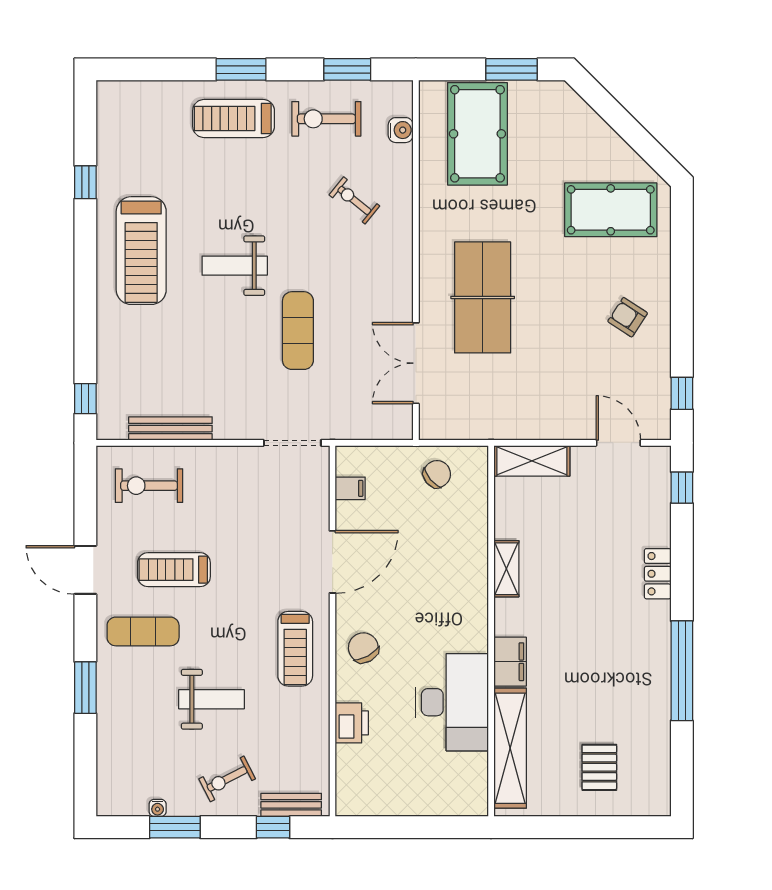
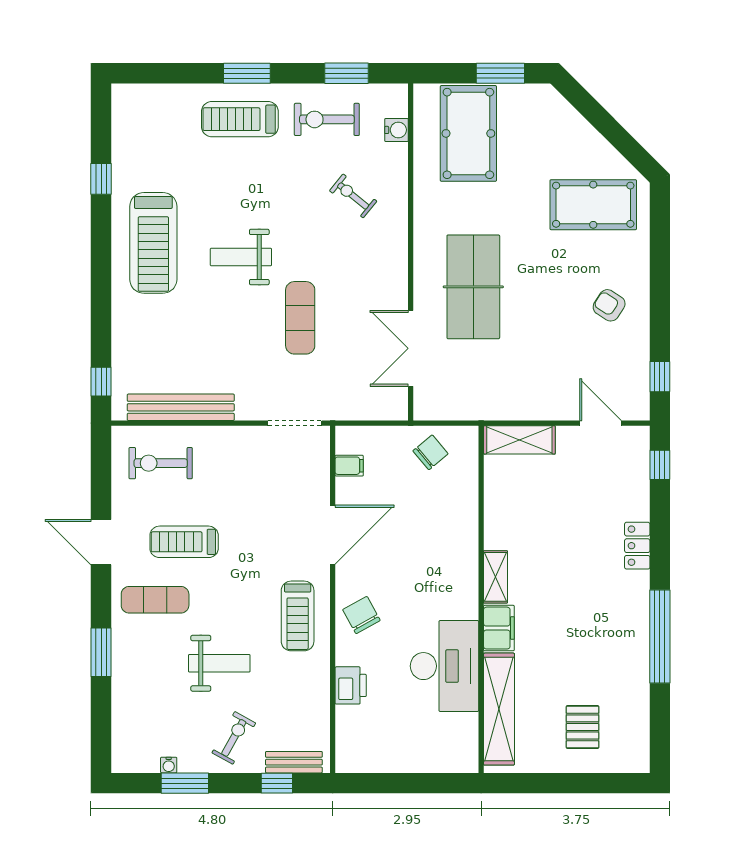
bench: (170, 429) -> (181, 407), width x1.37, depth x1.21
shelving: (506, 569) -> (495, 577), moved
exercise bike: (227, 779) -> (234, 738), turned 146

